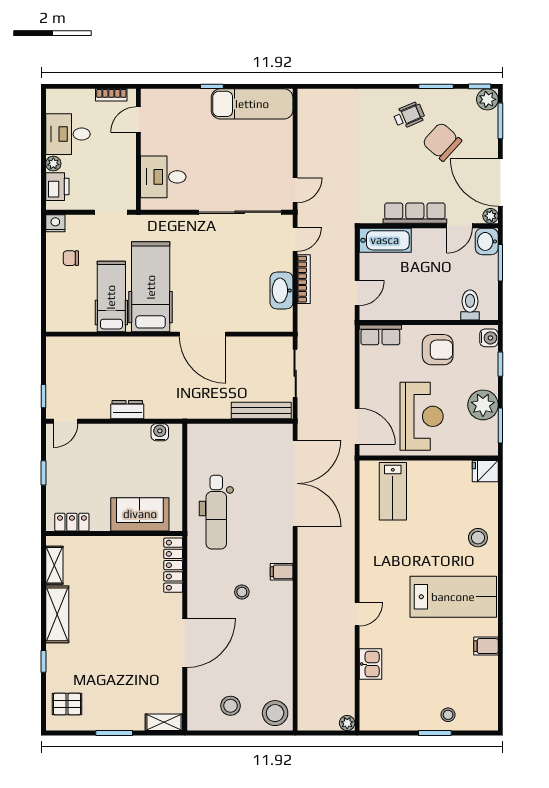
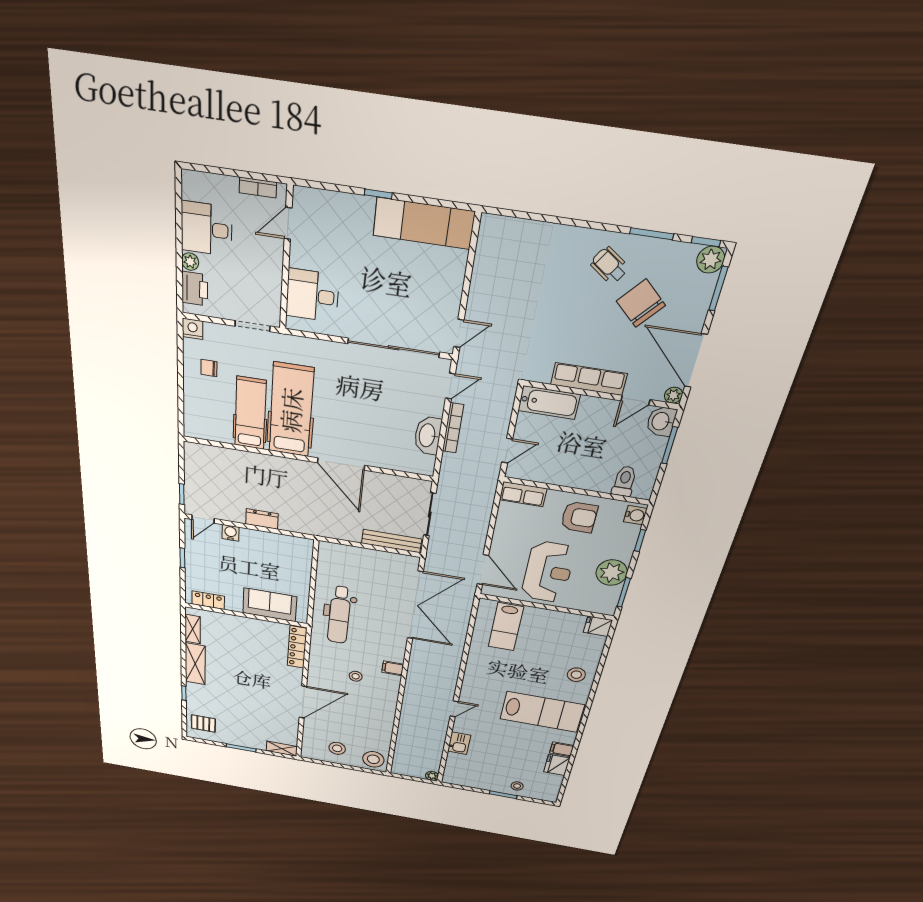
wheelchair: (409, 115) -> (609, 265), turned -123
water cooler: (160, 432) -> (231, 533), moved
fridge: (486, 671) -> (557, 765), added

